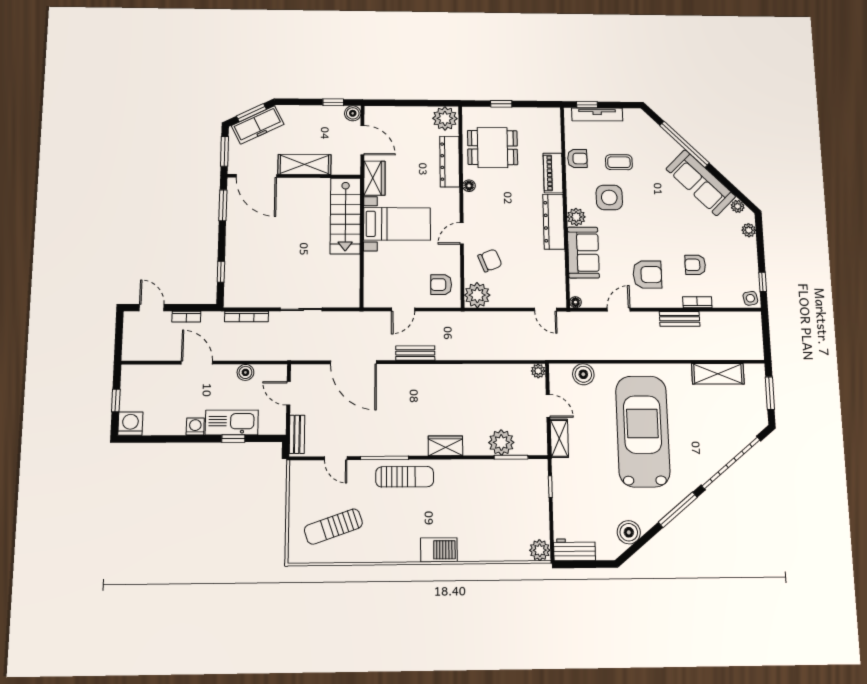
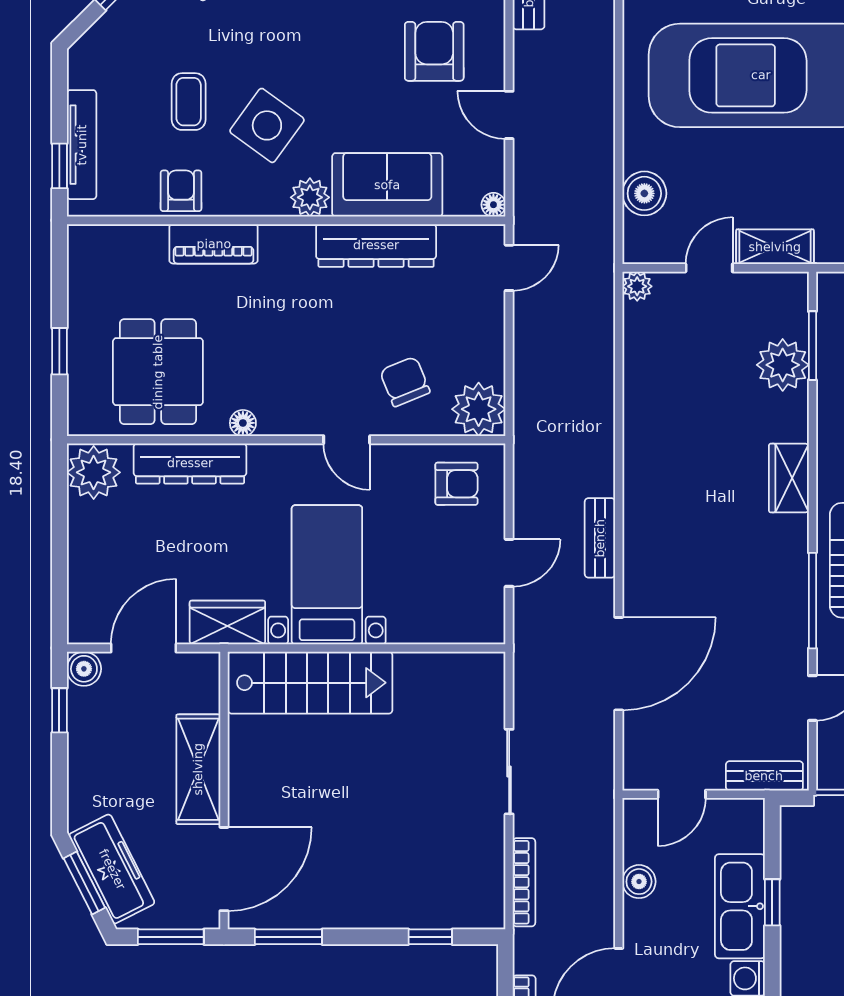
side table: (609, 197) -> (267, 125), turned 36
dresser: (554, 222) -> (376, 245), moved
armchair: (441, 285) -> (456, 484), turned -90
door: (403, 309) -> (509, 563), hinge flipped

